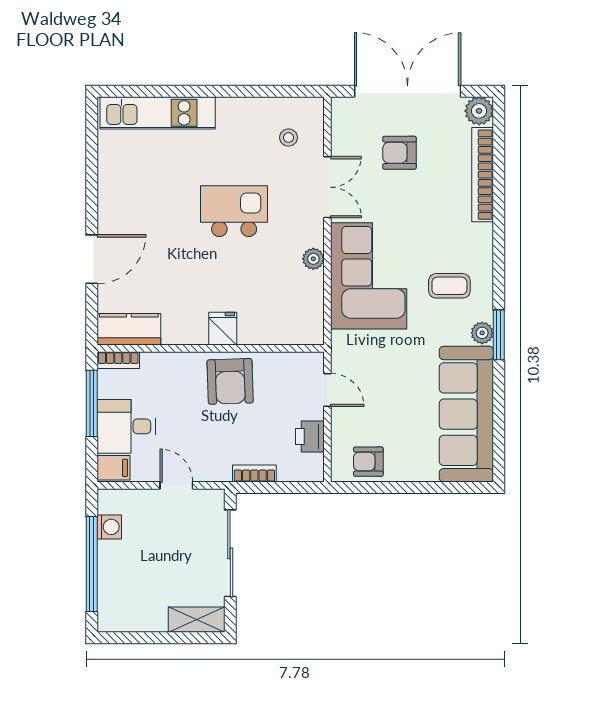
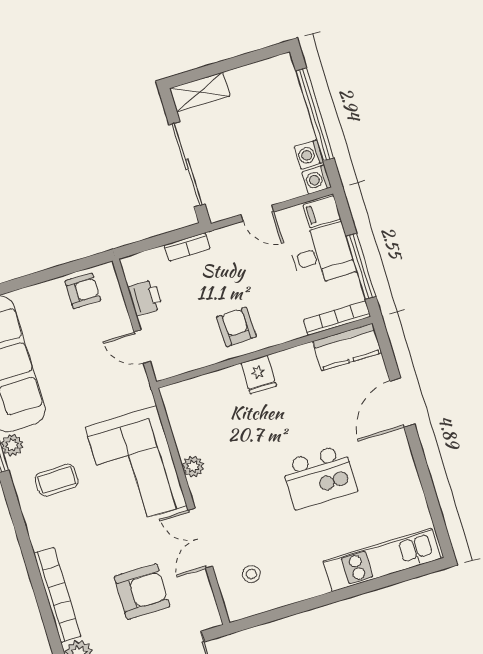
armchair: (400, 153) -> (142, 592), width x1.38, depth x1.38
kitchen island: (234, 211) -> (319, 477), moved
bookcase: (118, 360) -> (337, 318), width x1.56
armchair: (230, 381) -> (236, 327), width x0.72, depth x0.72
washing machine: (109, 501) -> (317, 179), added

